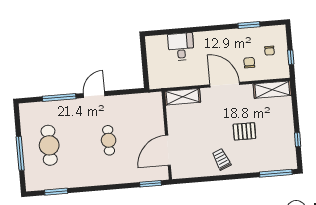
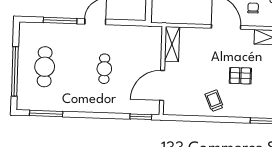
shelving: (183, 97) -> (172, 44), moved, turned 90
window: (20, 153) -> (15, 71), width x1.46
window: (56, 192) -> (46, 114), width x1.44

